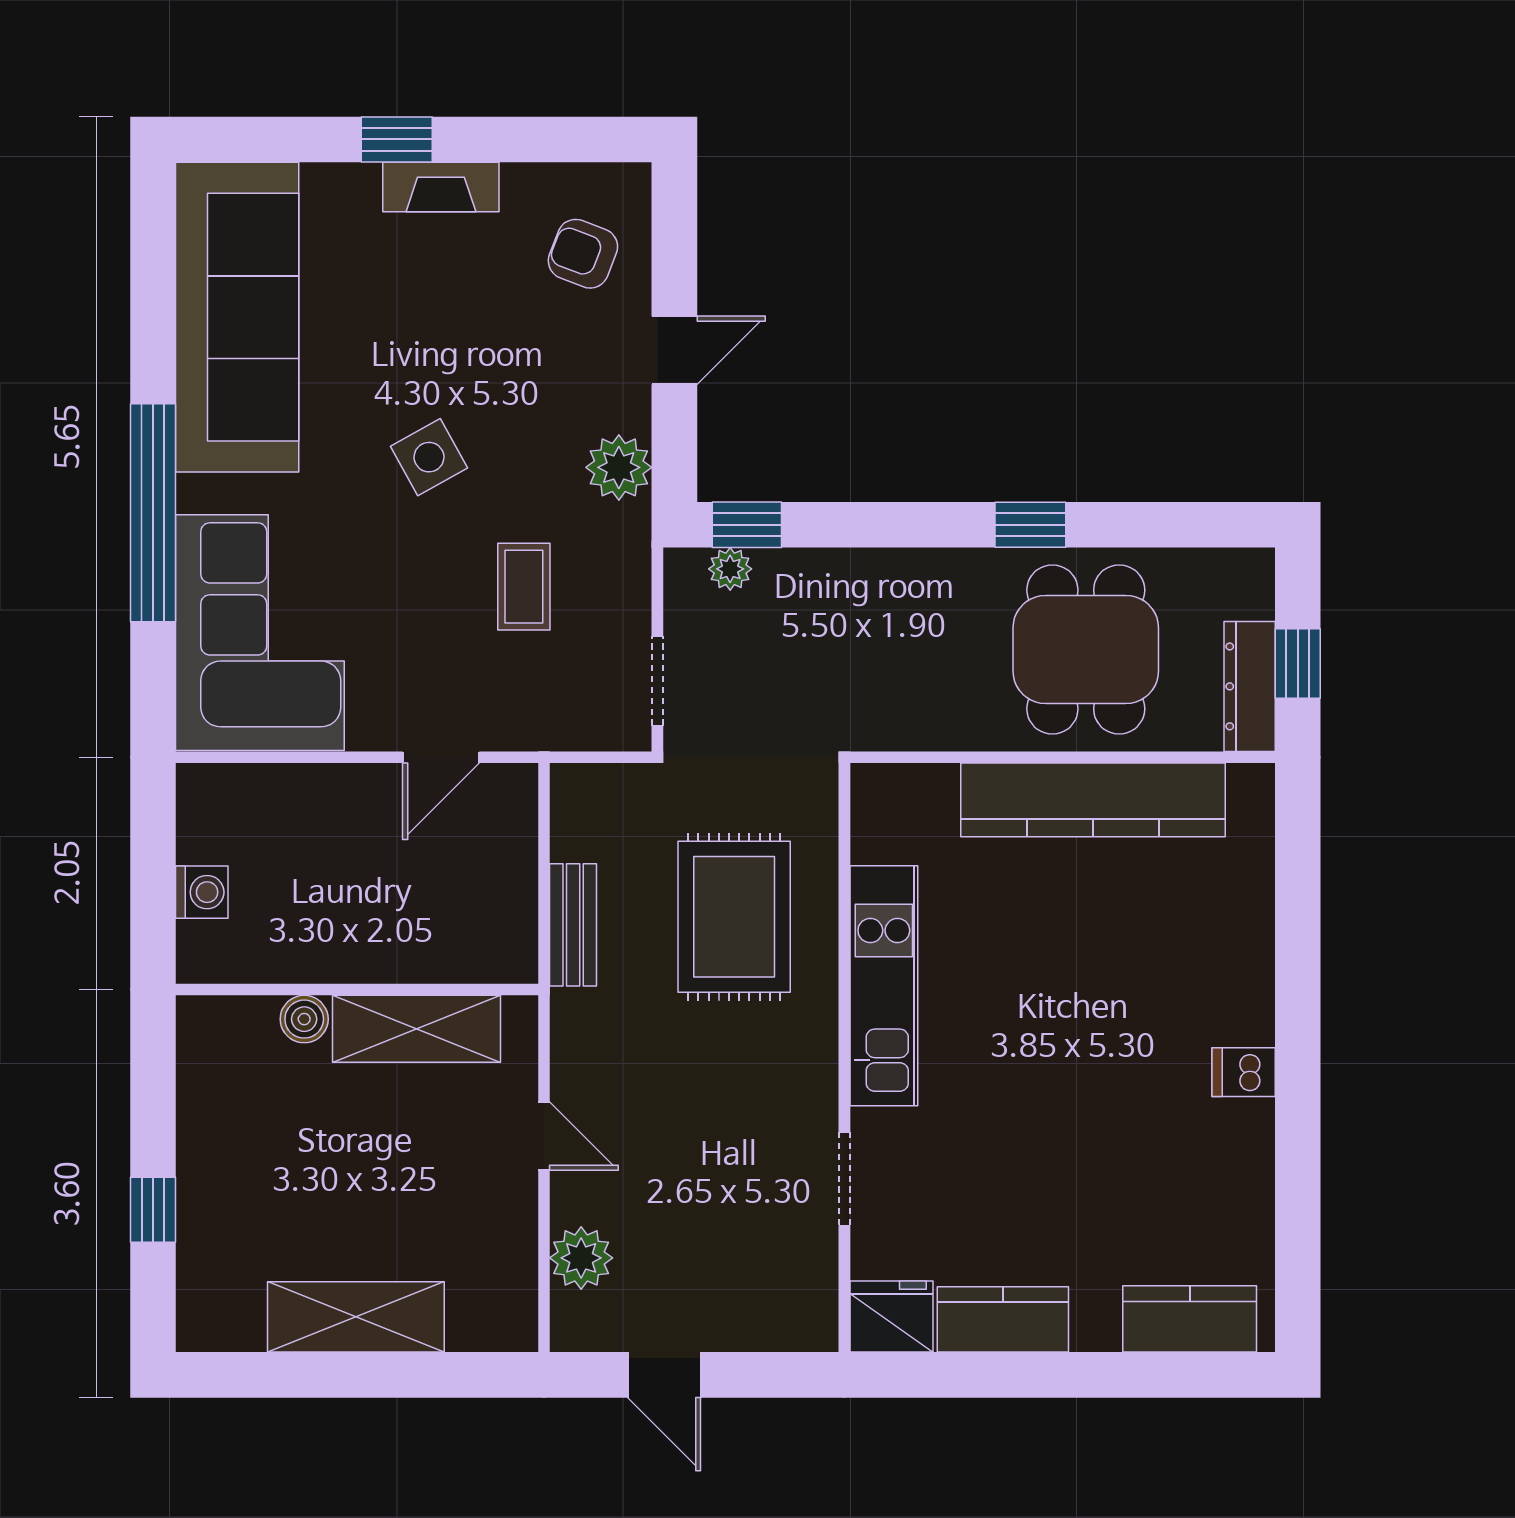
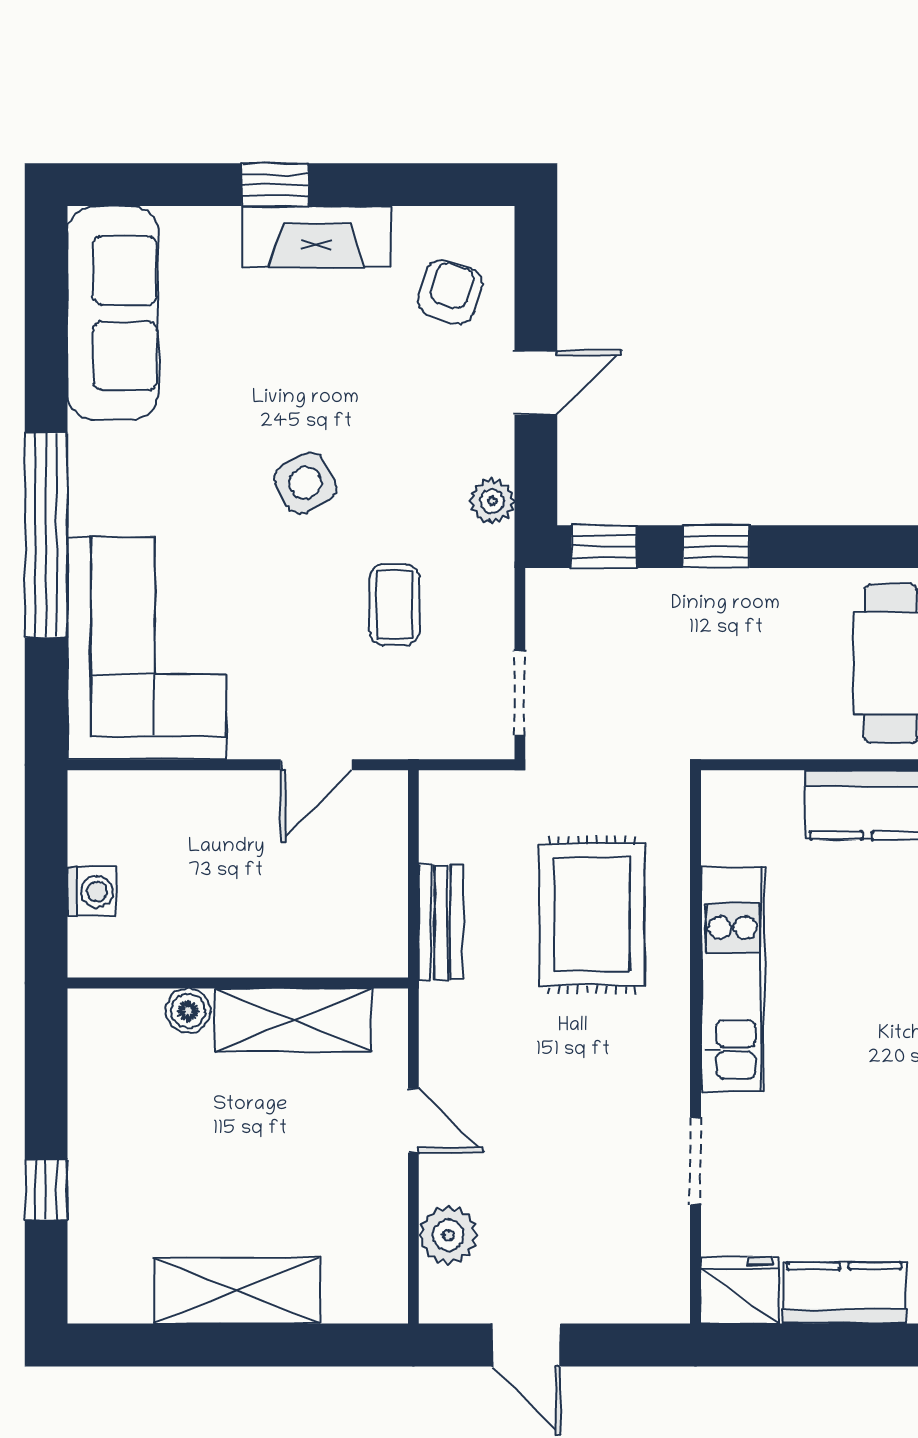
fireplace: (441, 187) -> (317, 237), width x1.37, depth x1.32
armchair: (583, 254) -> (450, 292), turned 87
sofa: (237, 317) -> (113, 313), width x0.74, depth x0.79
plant: (619, 467) -> (492, 501), width x0.73, depth x0.73
window: (1030, 525) -> (716, 547), moved
plant: (730, 569) -> (588, 588), removed

